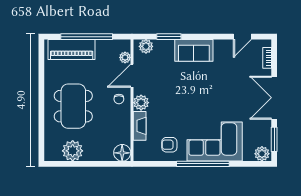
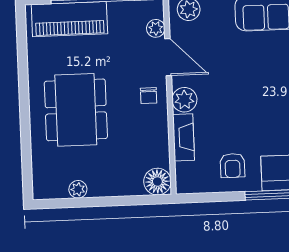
door: (132, 76) -> (168, 57), swing flipped
armchair: (169, 145) -> (232, 166), turned -90
plant: (73, 151) -> (78, 189), width x0.53, depth x0.53

